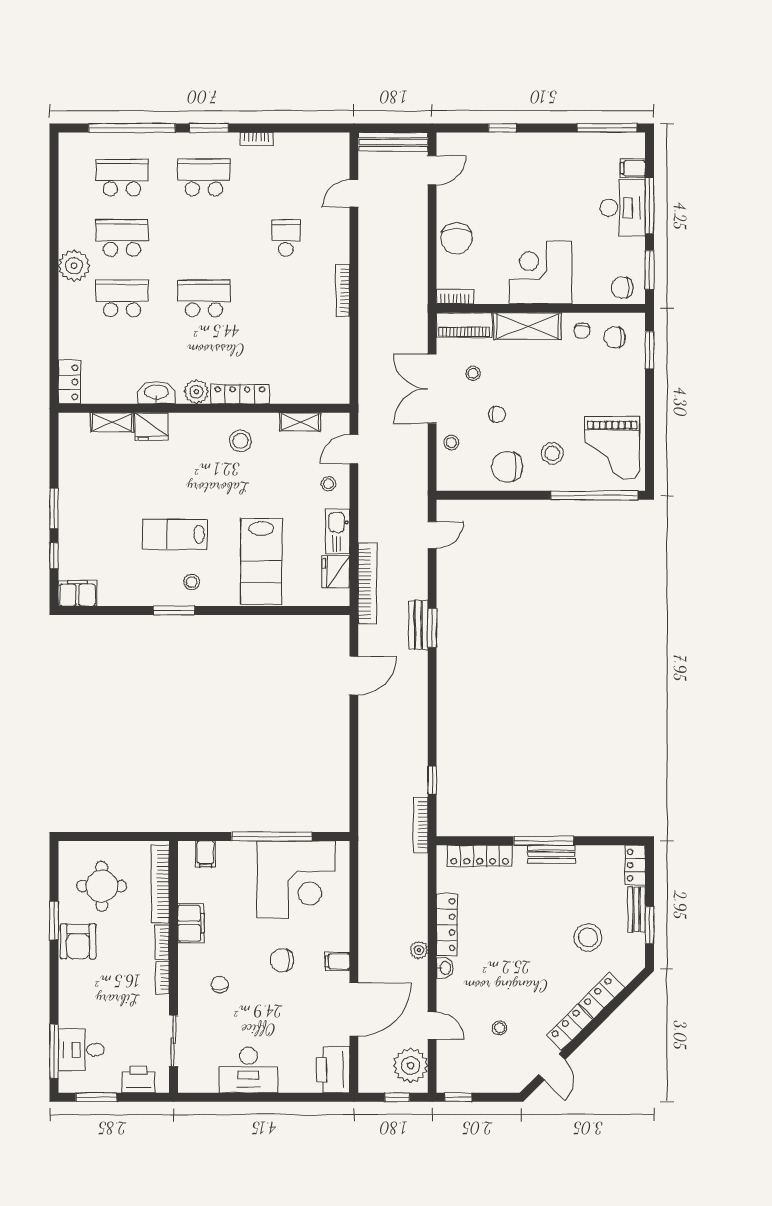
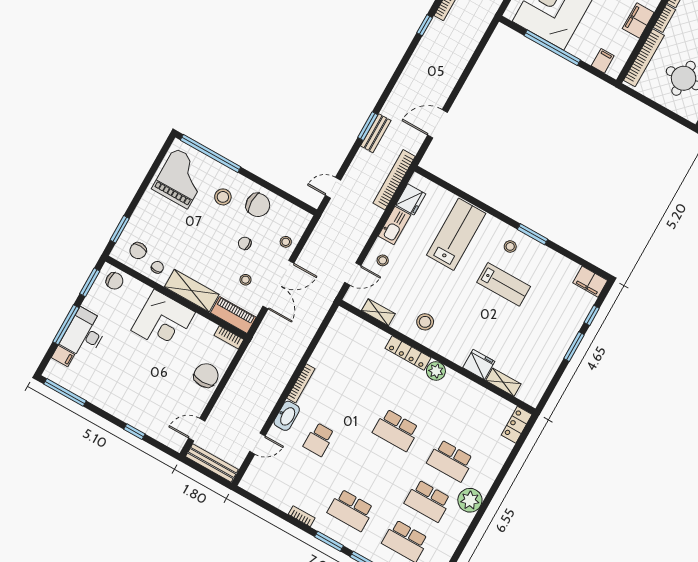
chair: (615, 337) -> (138, 251), turned 94
washbasin: (156, 393) -> (287, 416), moved, turned -90

